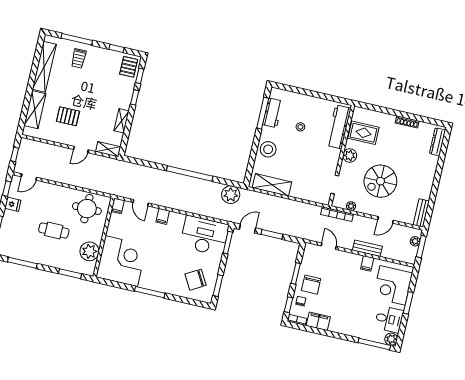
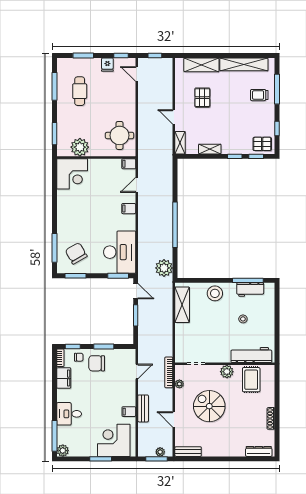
cafe table: (54, 230) -> (80, 91), moved
corner desk: (121, 261) -> (72, 174), width x0.74, depth x0.74
window: (150, 292) -> (54, 248), moved
desk: (389, 319) -> (69, 414), moved, turned 90

